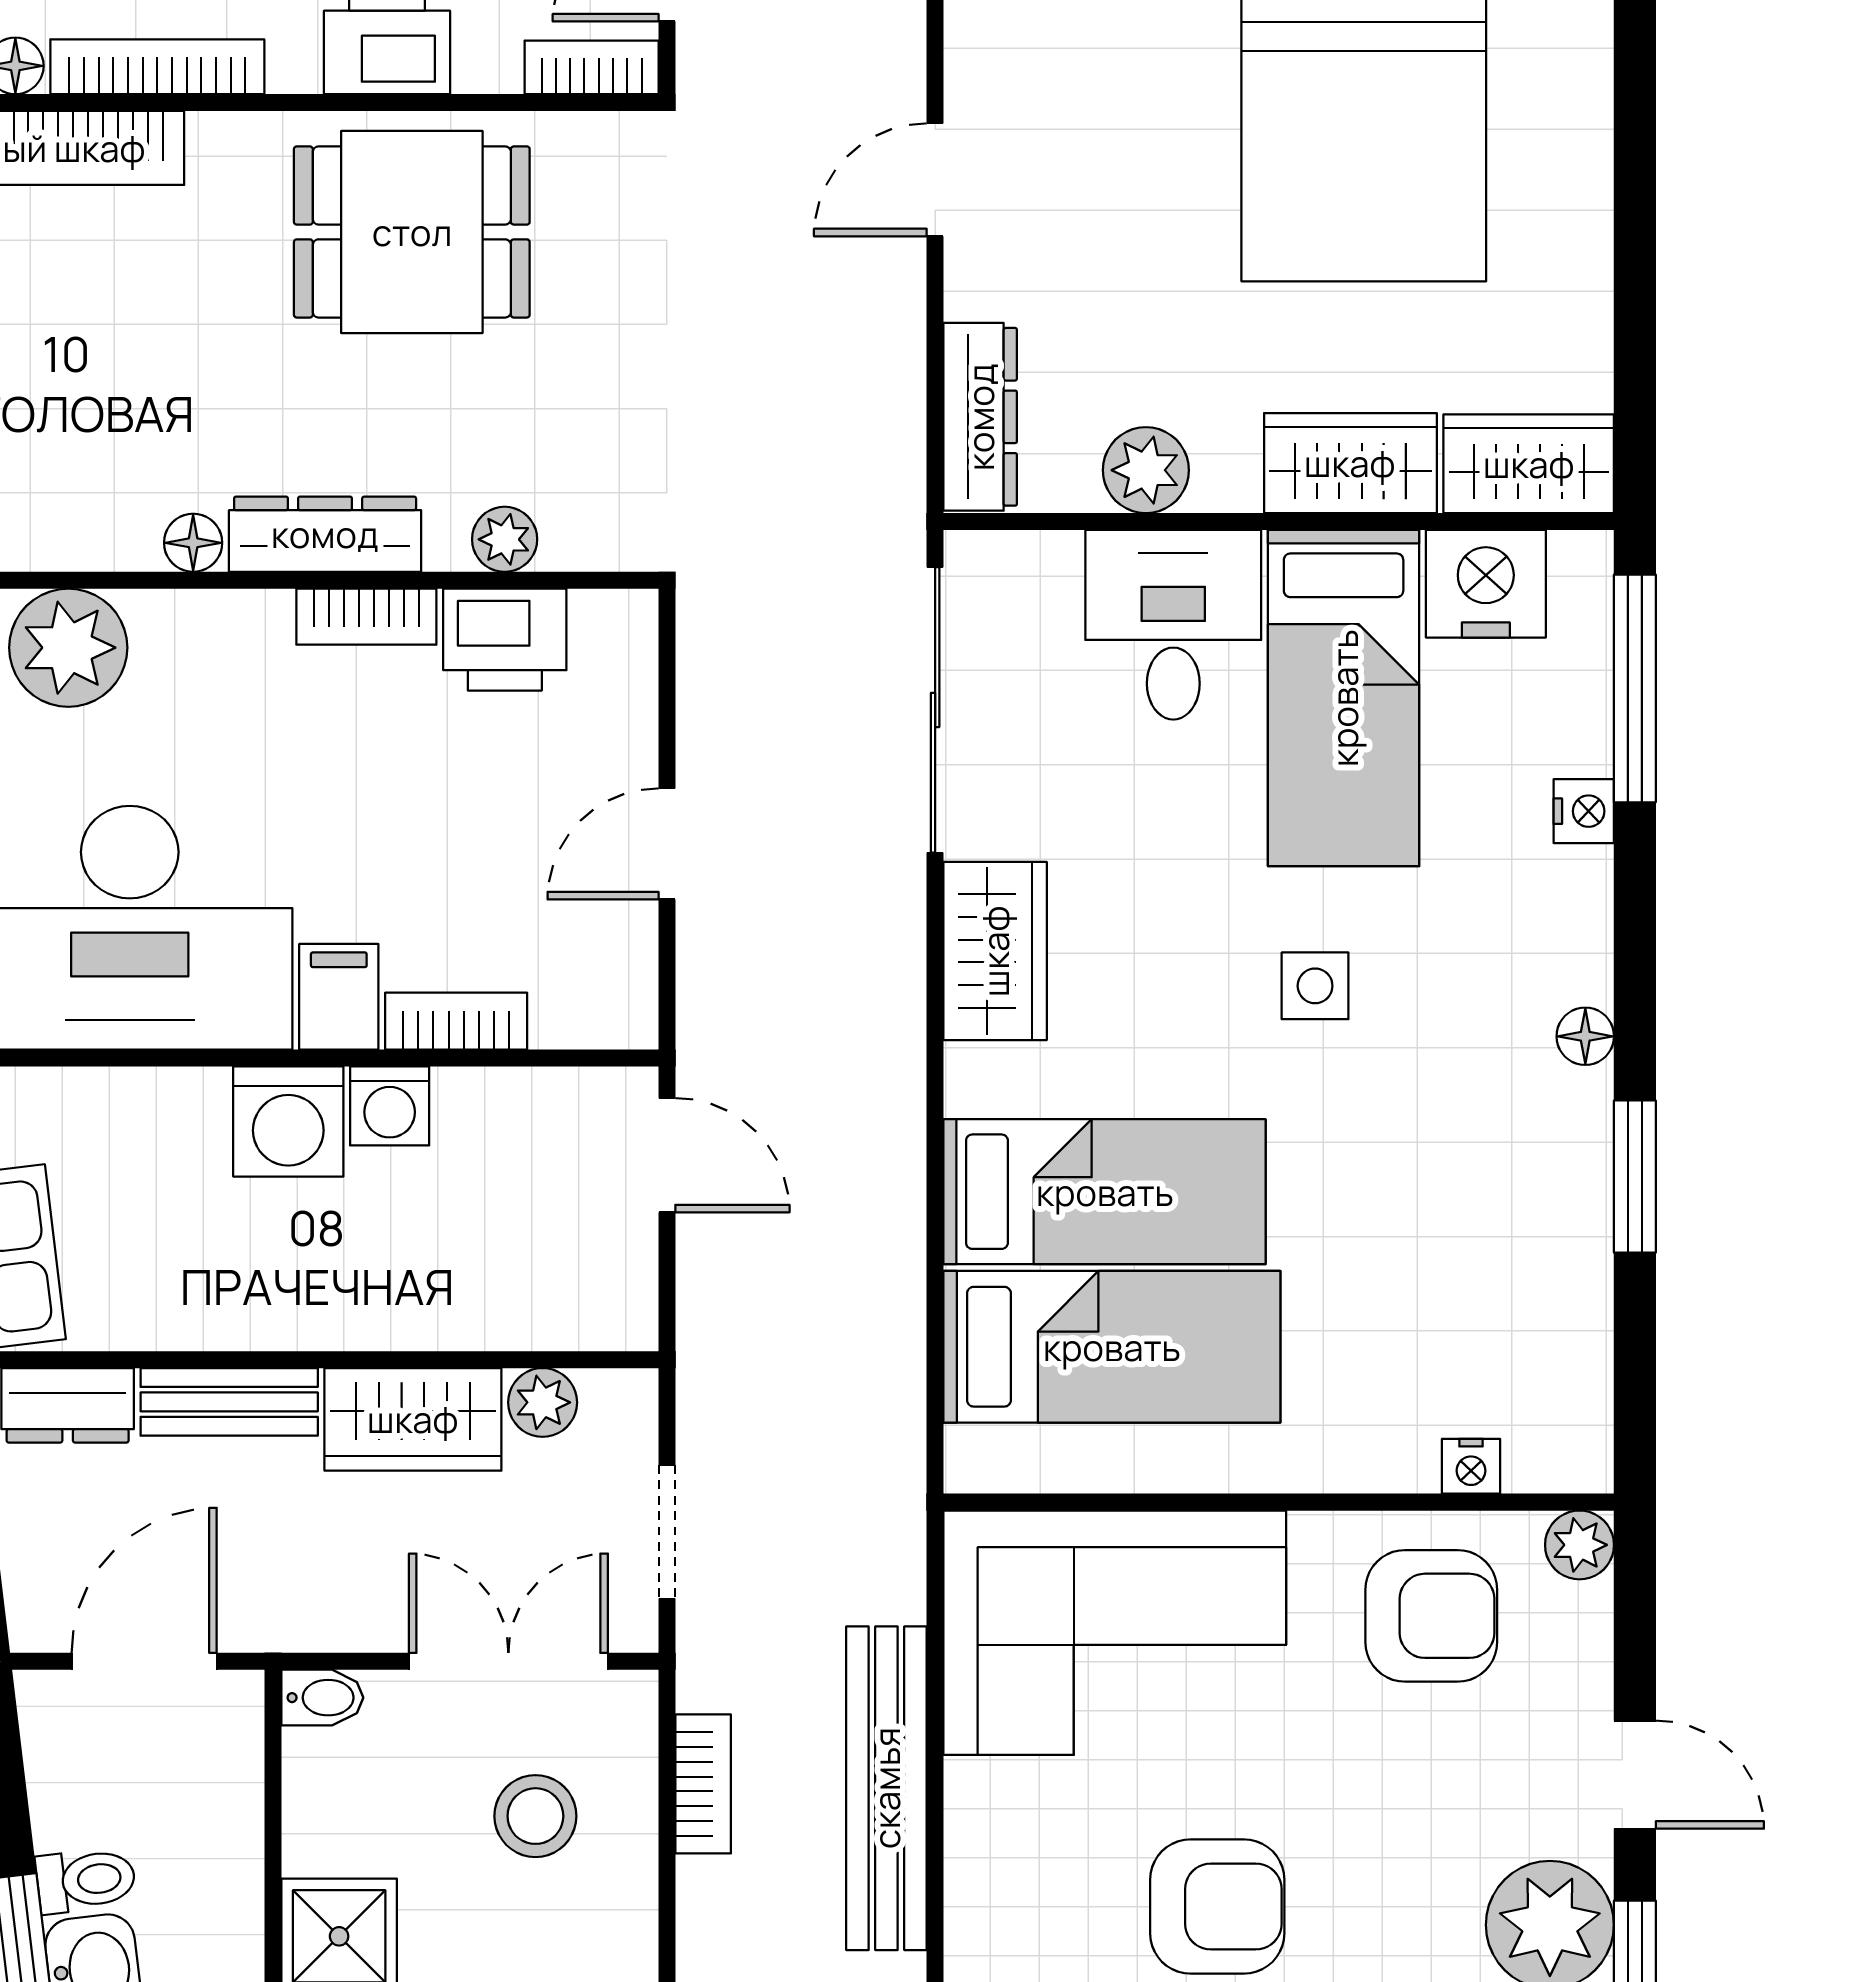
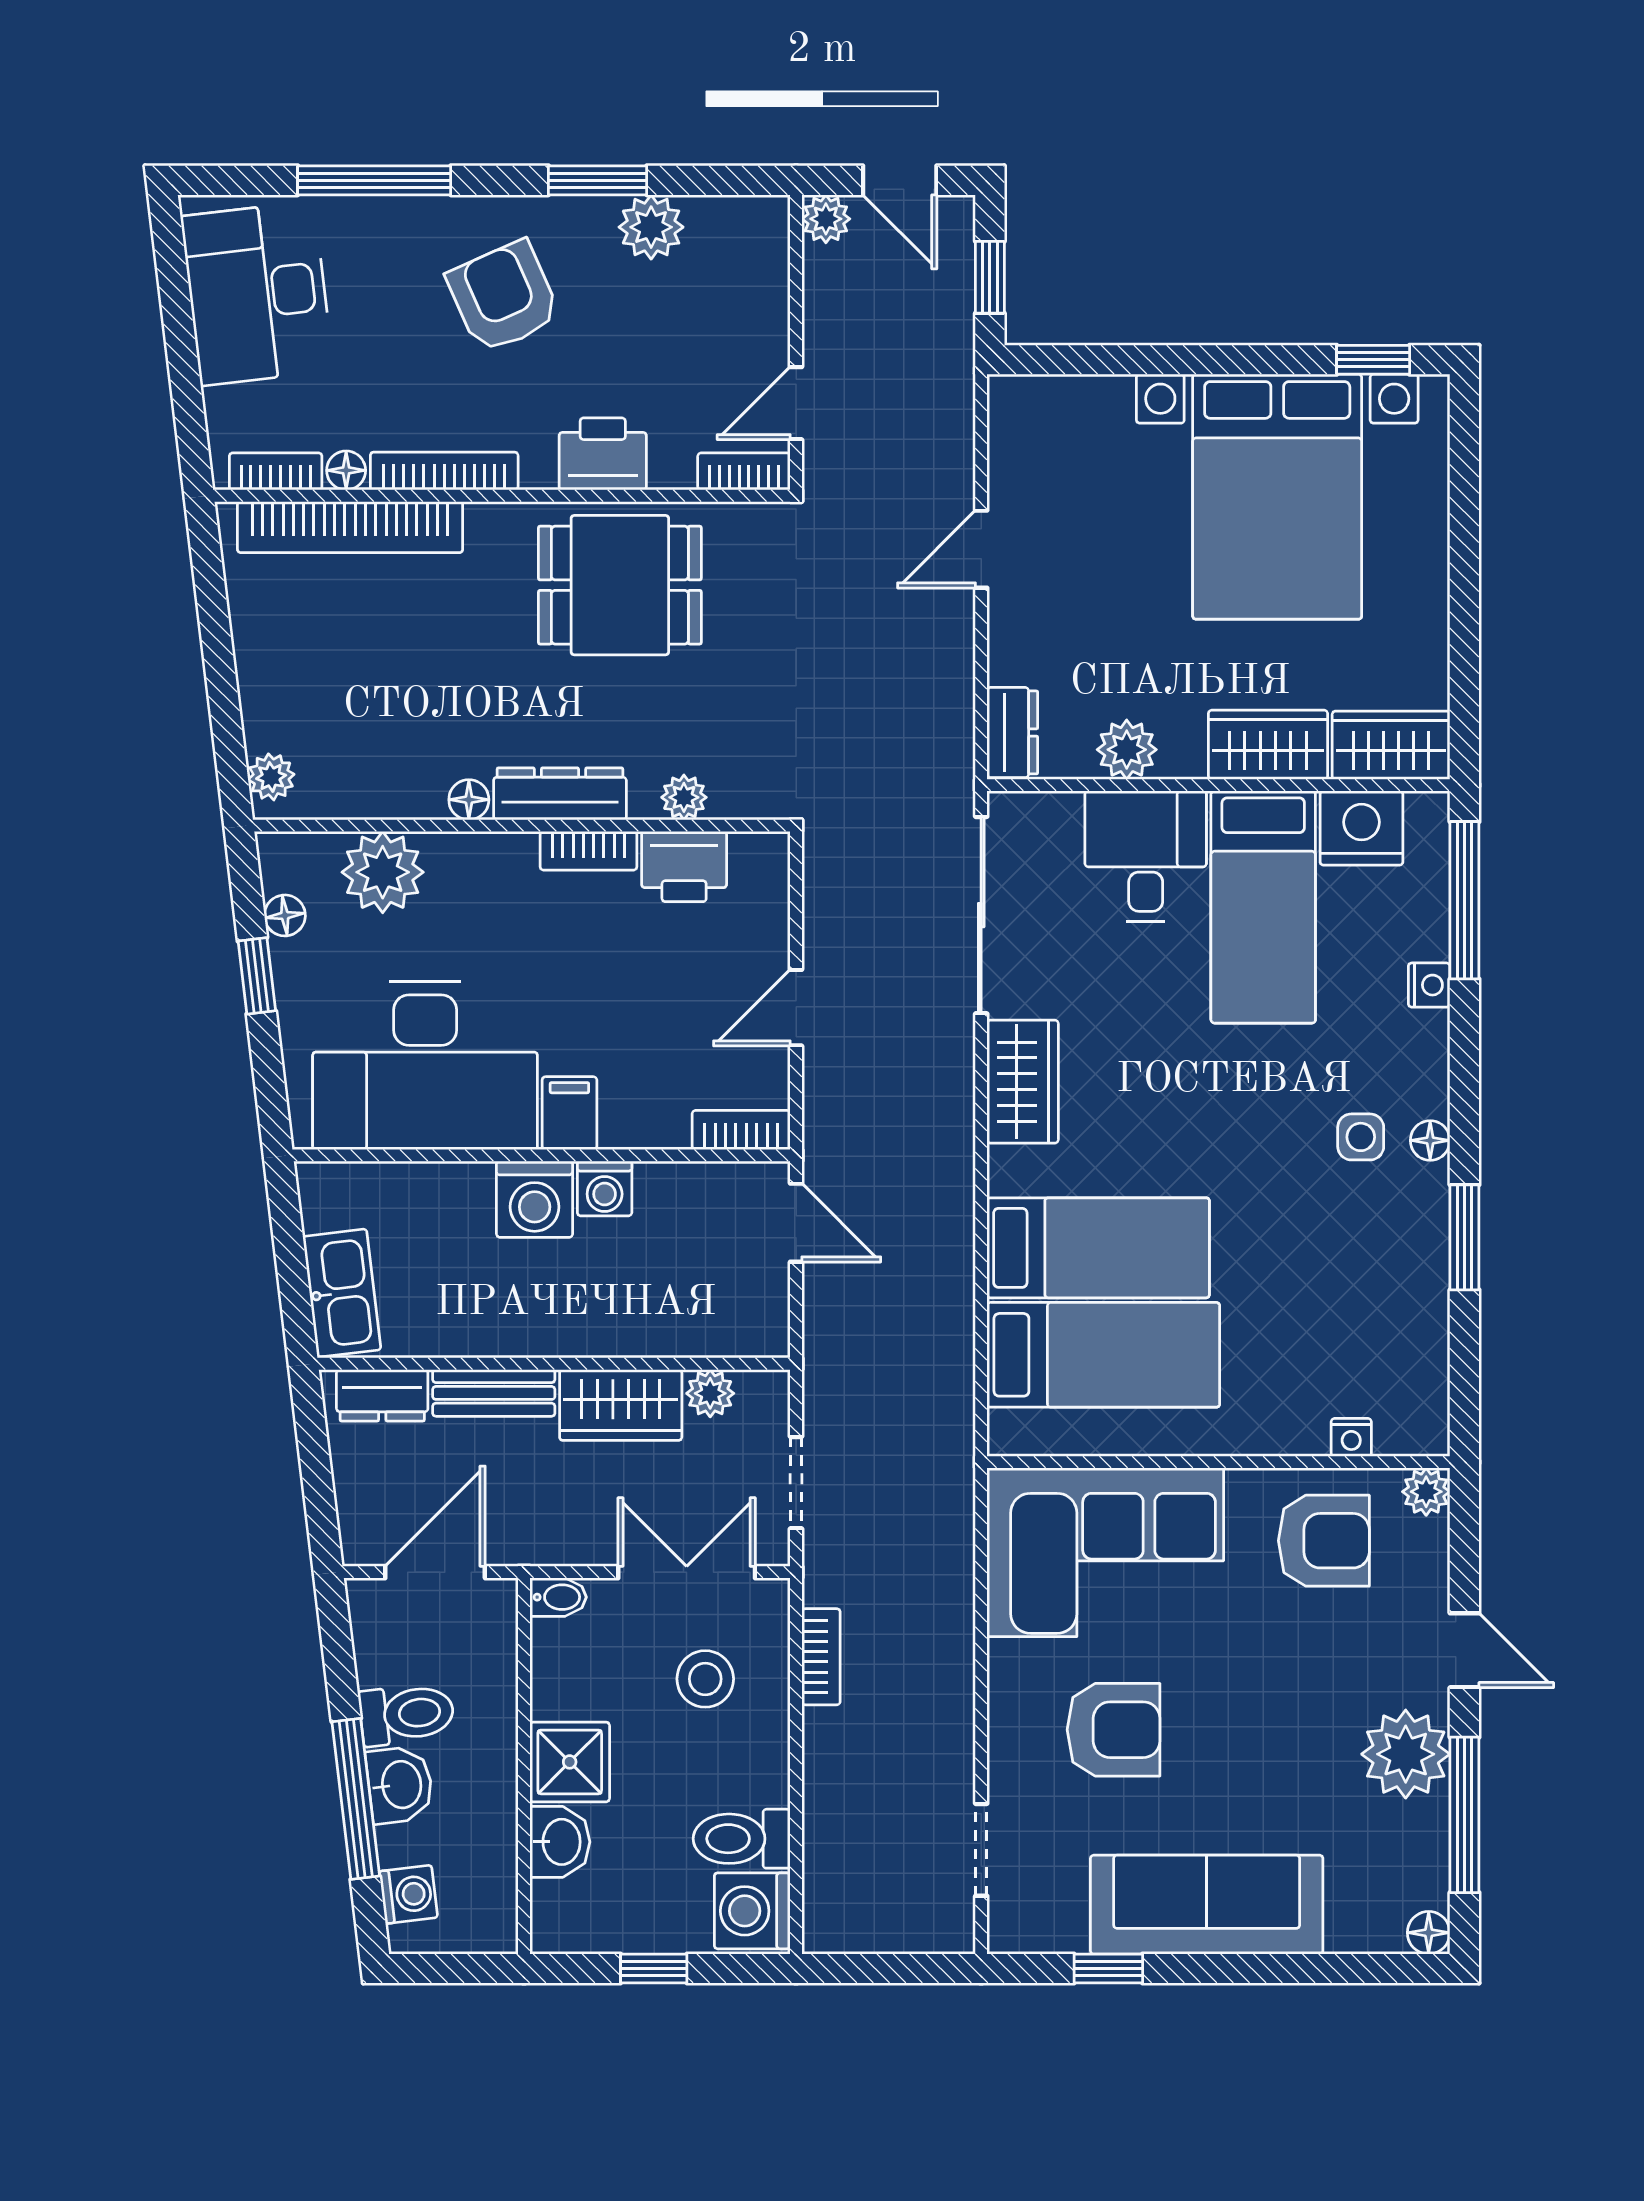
dresser: (980, 417) -> (1012, 732), width x0.70
side table: (1315, 986) -> (1361, 1137), moved
bookcase: (456, 1021) -> (741, 1130), moved
bench: (886, 1788) -> (948, 1660), removed
toilet: (86, 1880) -> (407, 1714), width x1.37, depth x1.39
armchair: (1217, 1906) -> (1114, 1730), moved

